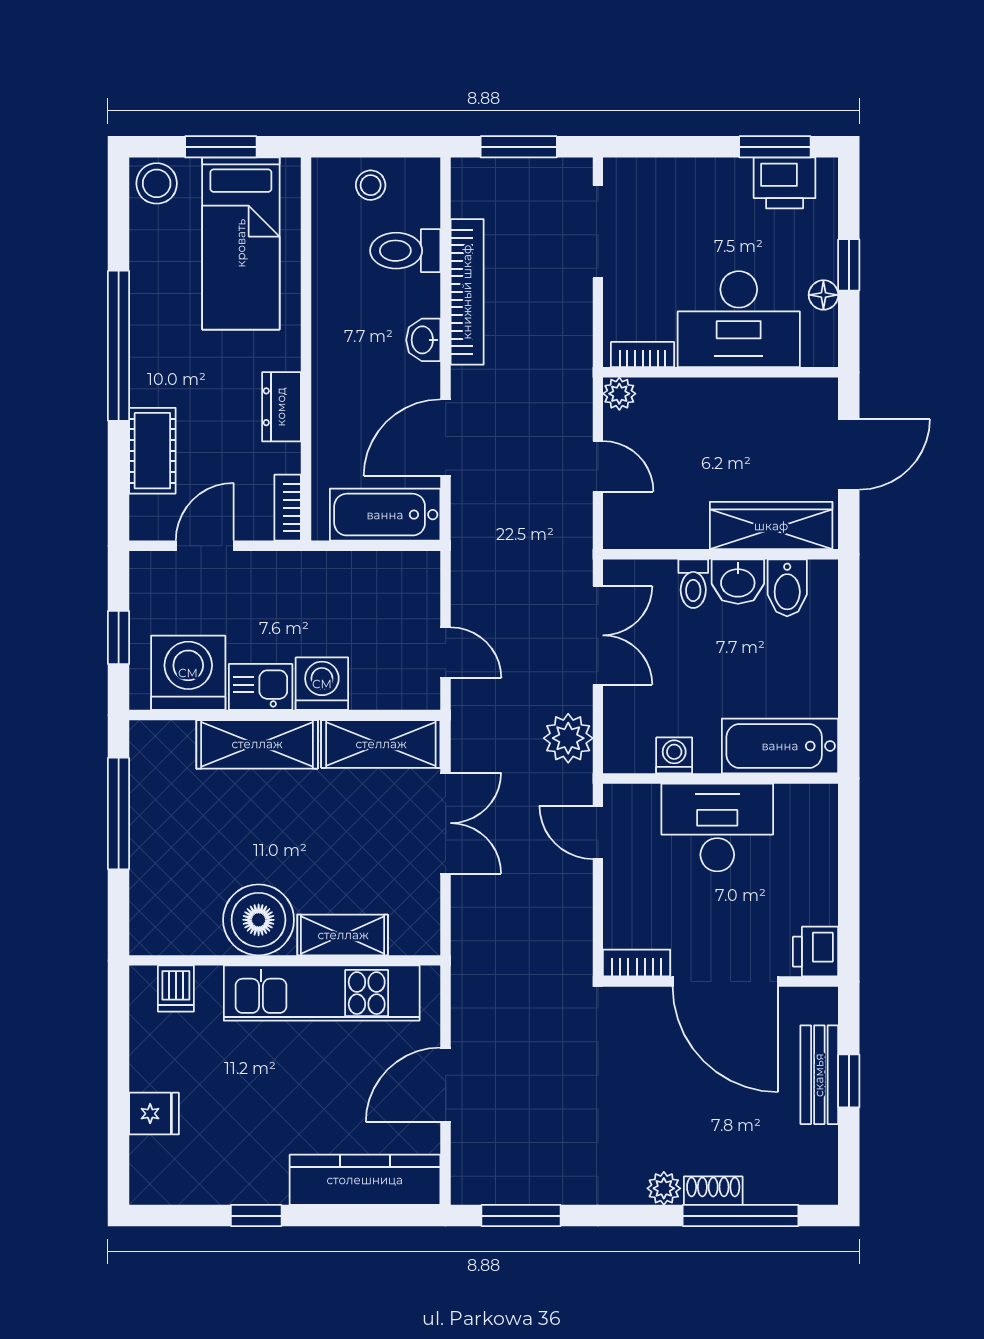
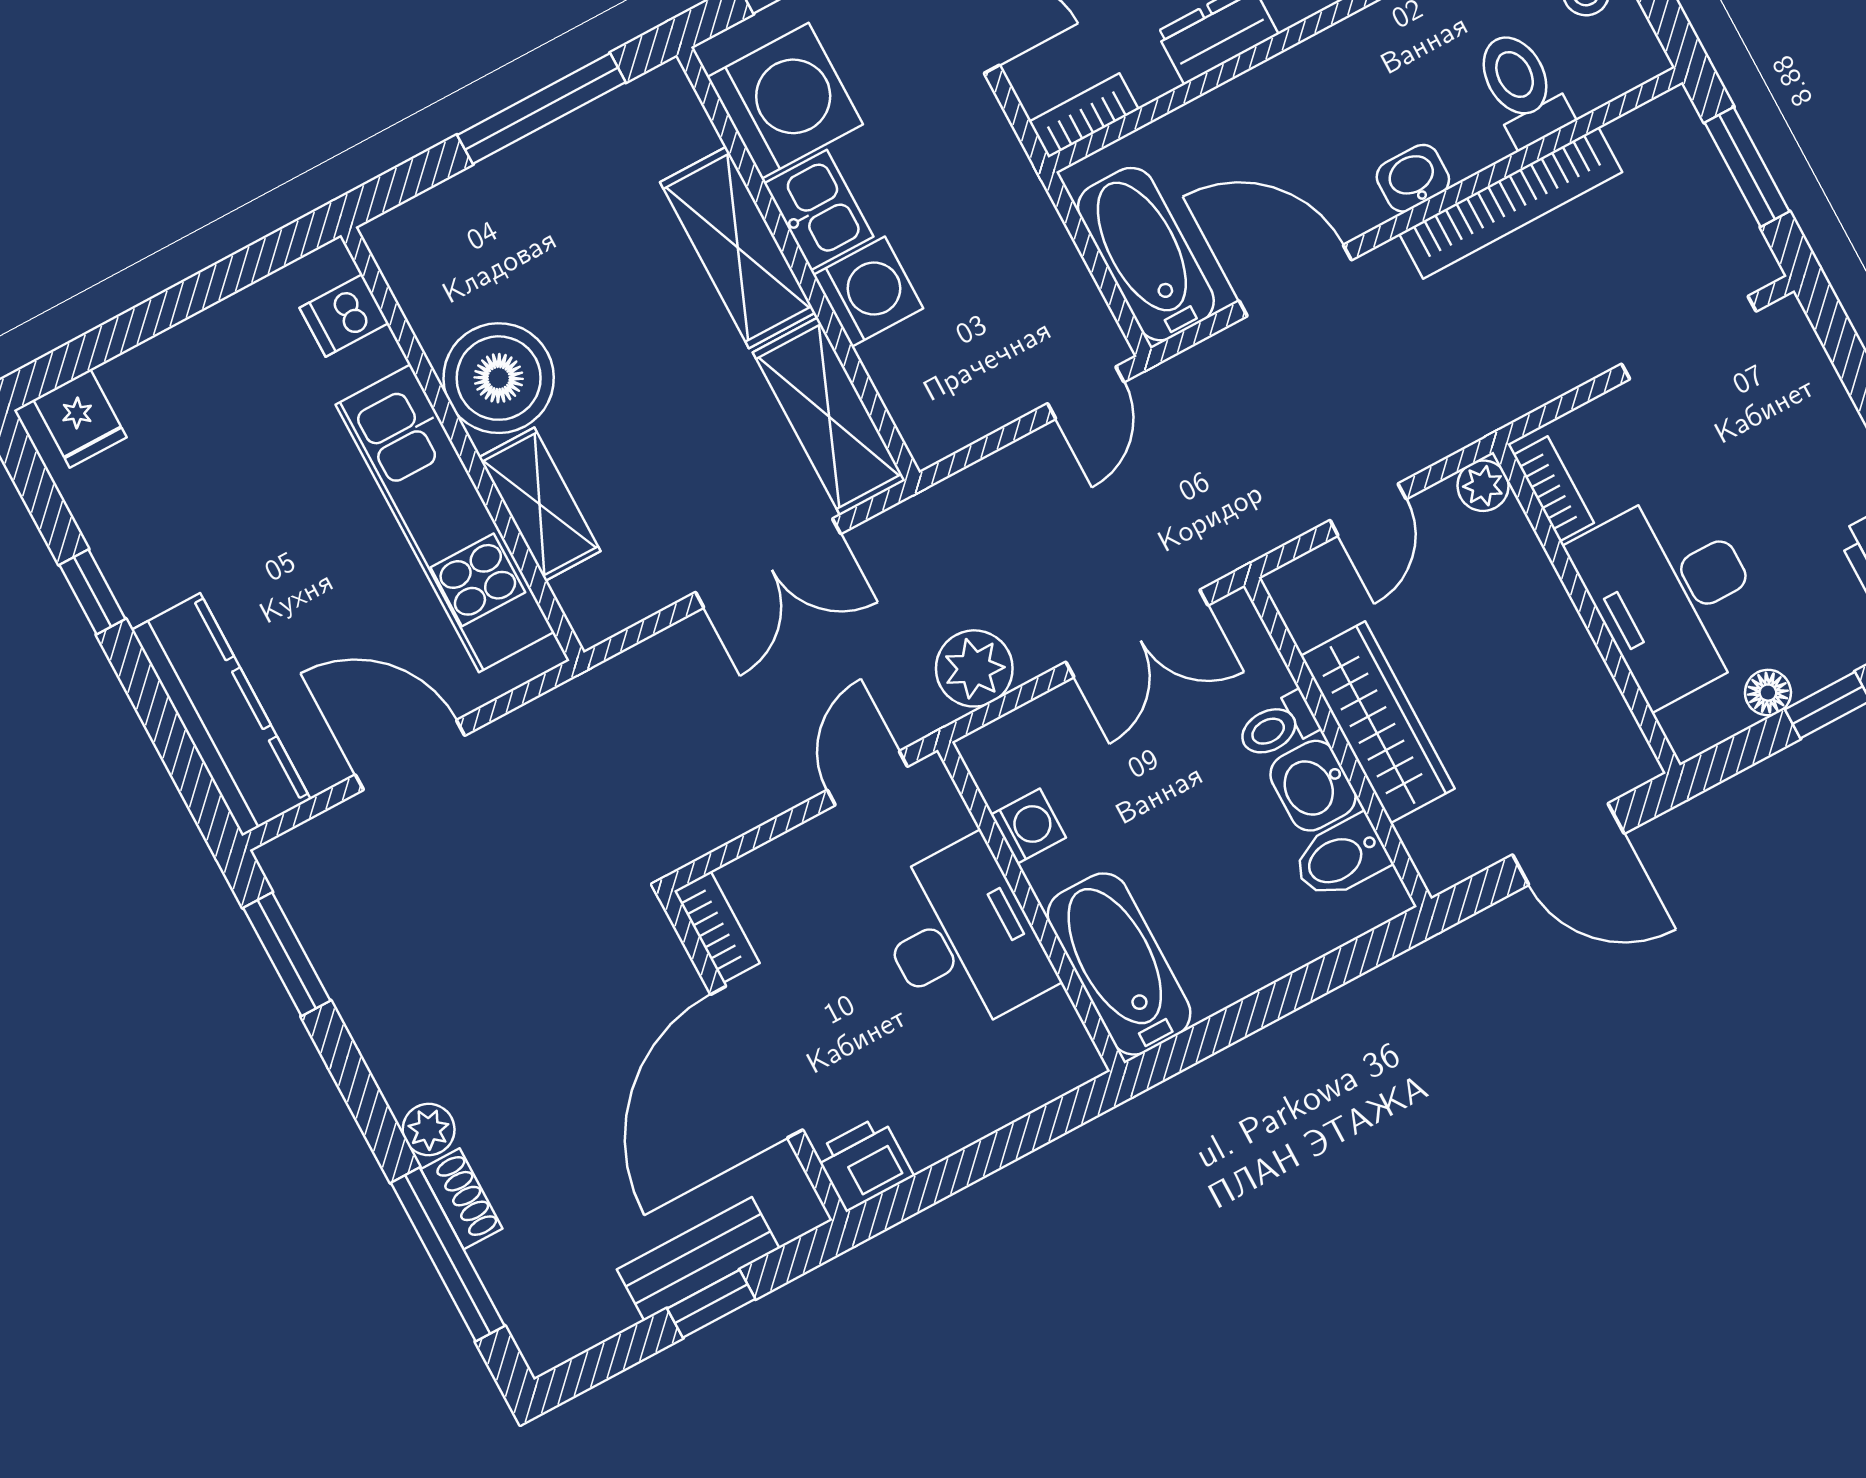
wardrobe: (771, 526) -> (1378, 722), moved
door: (446, 653) -> (1086, 393), moved
fridge: (154, 1114) -> (80, 418), moved

